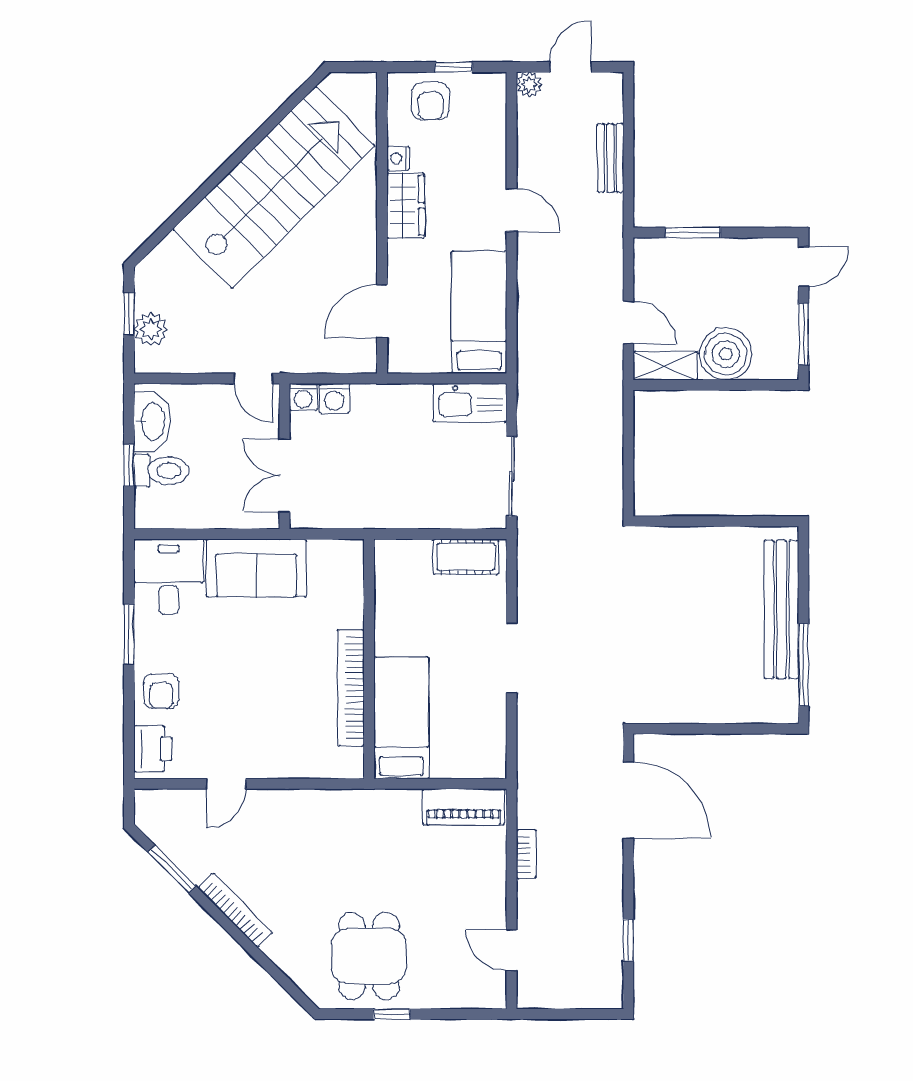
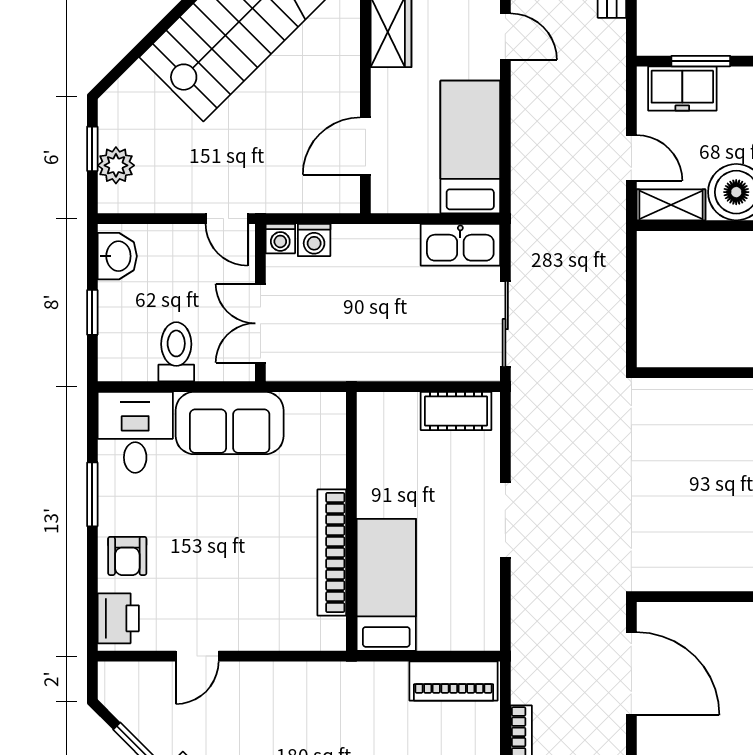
freezer: (676, 258) -> (682, 89), added
washbasin: (152, 422) -> (117, 256), width x0.72
toilet: (161, 471) -> (176, 352), moved, turned -90

